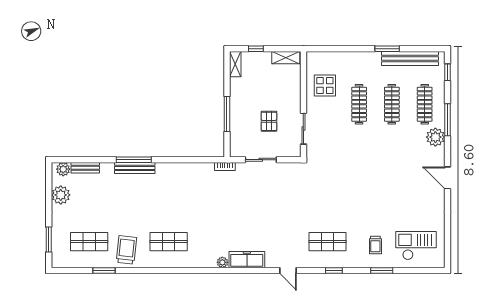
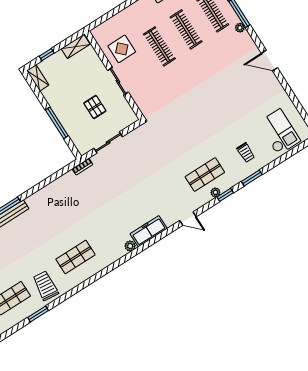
sliding door: (303, 129) -> (118, 81), moved
plant: (435, 137) -> (240, 28), width x0.53, depth x0.53
checkout: (416, 246) -> (279, 132), turned 90
plant: (327, 263) -> (215, 192), added
window: (382, 271) -> (252, 178), moved

